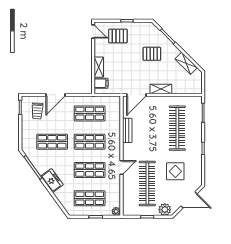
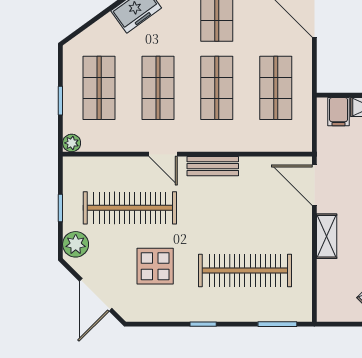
bench: (127, 130) -> (213, 166), moved

